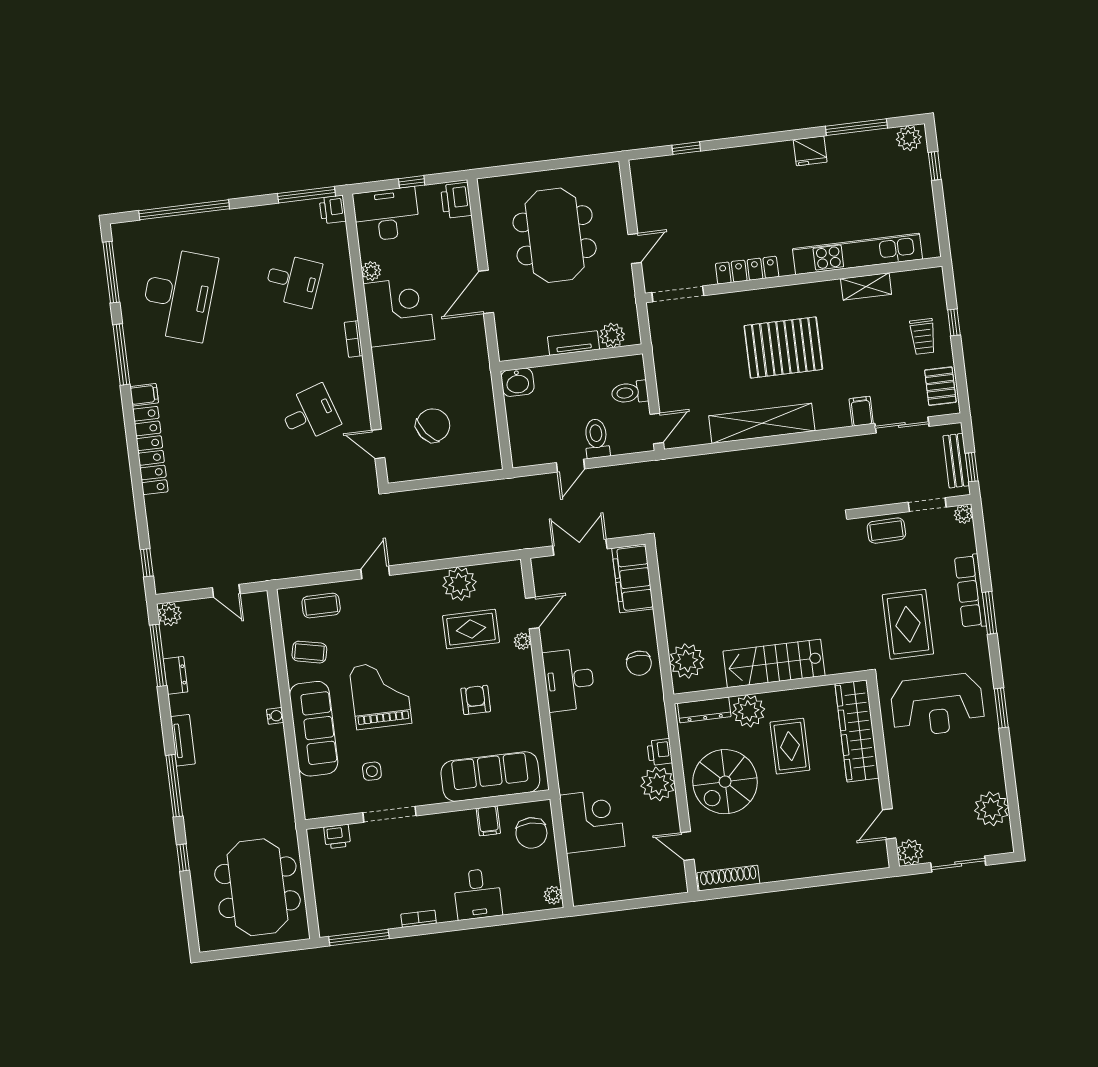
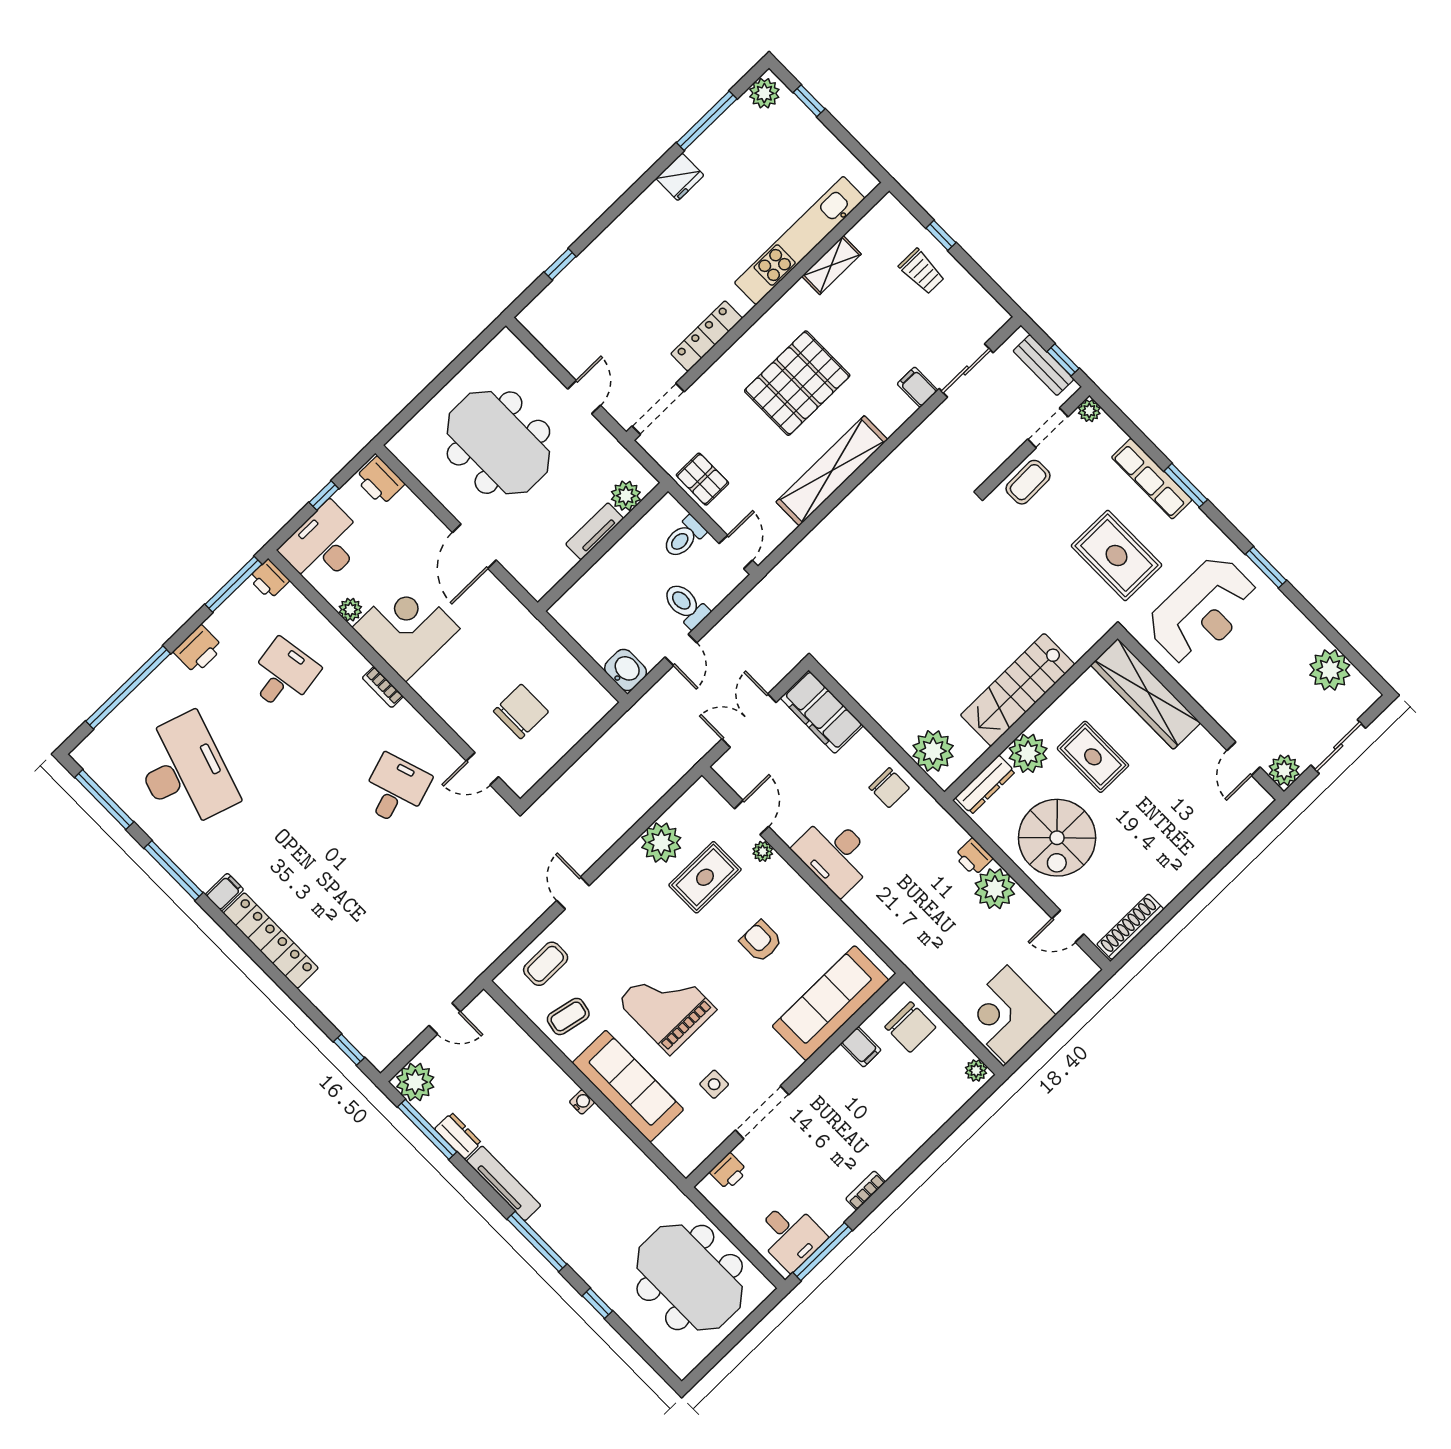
printer: (250, 220) -> (198, 649), added
desk: (293, 280) -> (283, 675), turned -30
washbasin: (518, 382) -> (626, 670), moved, turned -90
pallet: (940, 386) -> (702, 479), moved
chair: (433, 425) -> (521, 711), turned 37
plant: (170, 614) -> (415, 1082), width x1.36, depth x1.36
tv unit: (183, 740) -> (504, 1183), width x1.41
corner desk: (592, 821) -> (1007, 1014), moved, turned -90
desk: (478, 894) -> (790, 1235), moved

